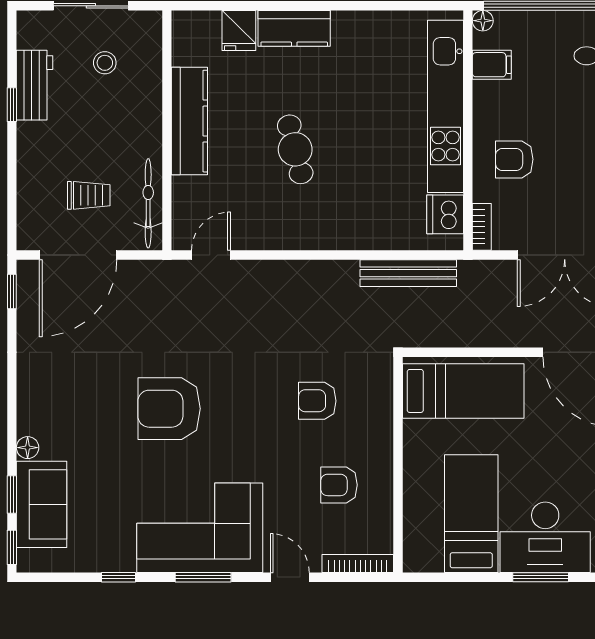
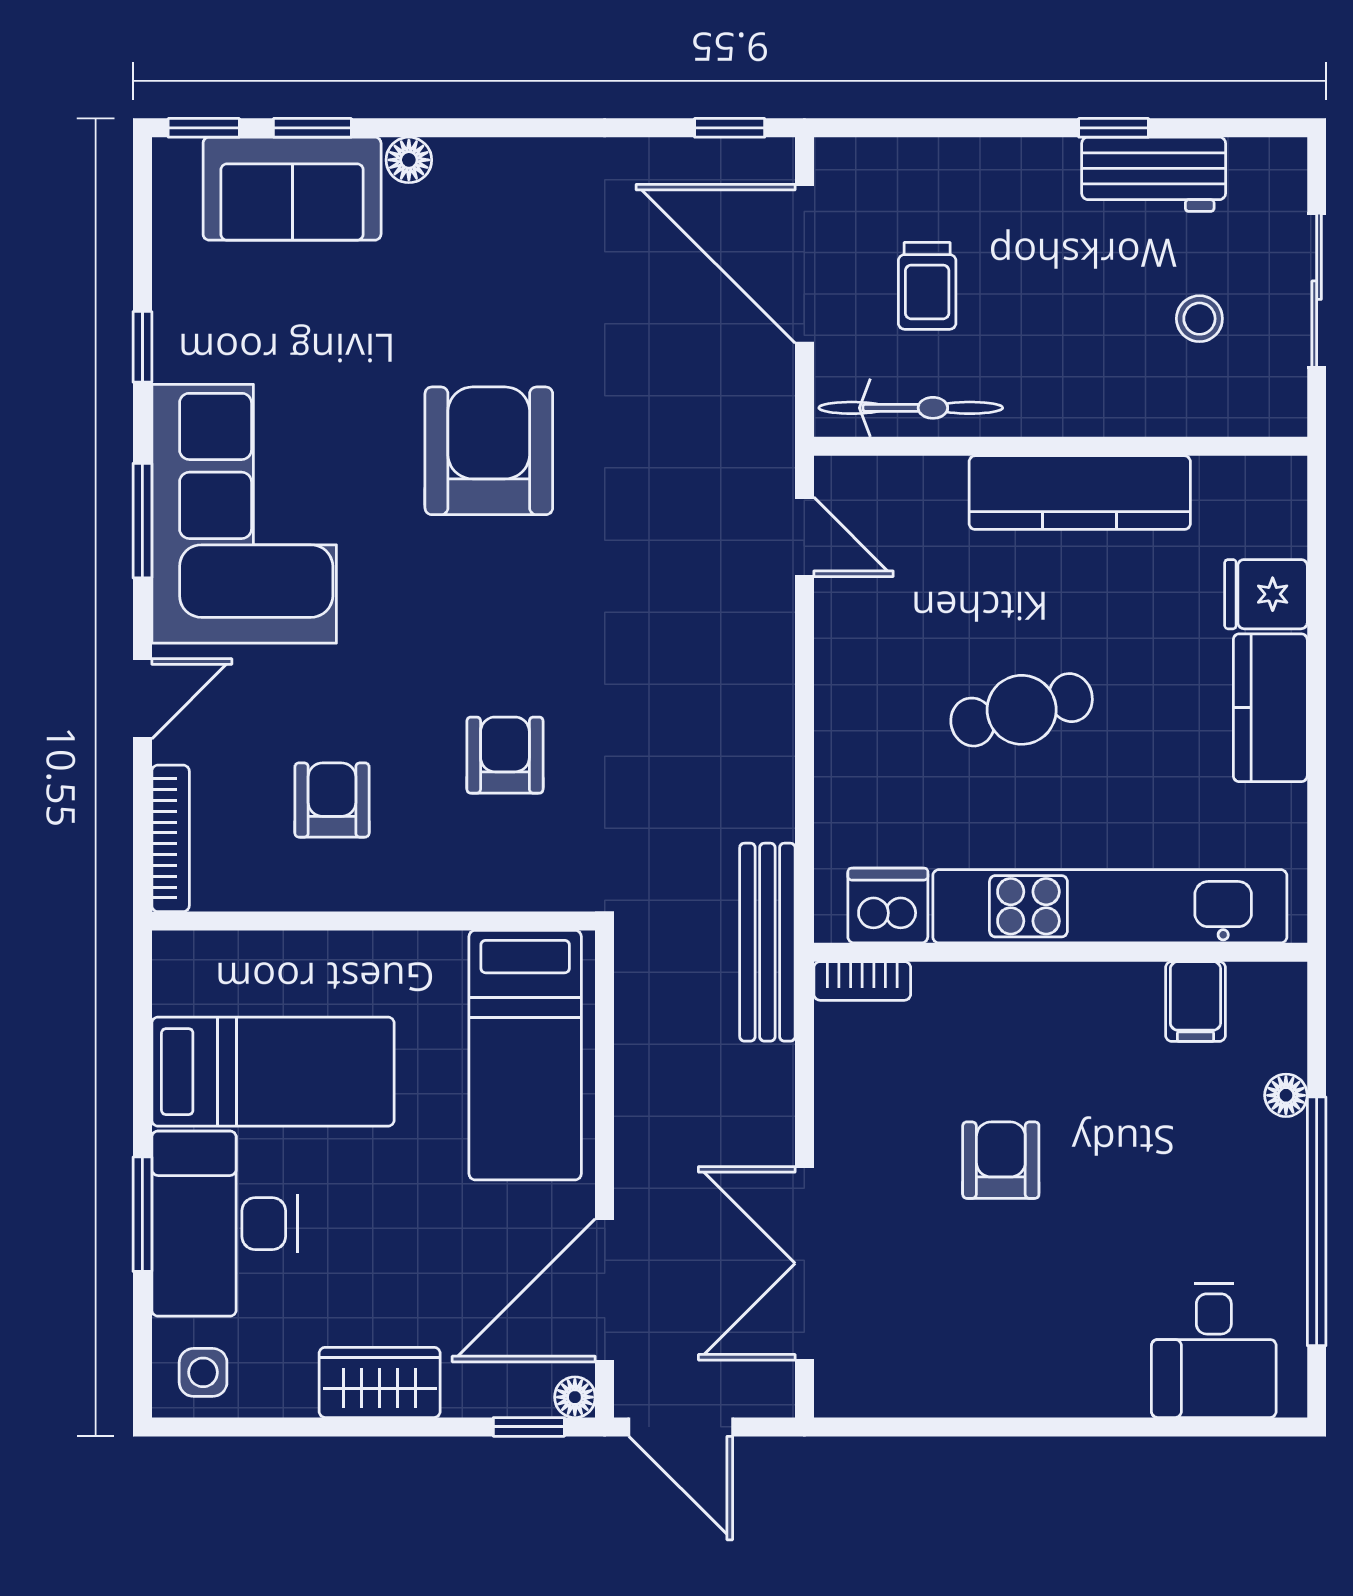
filing cabinet: (492, 65) -> (1195, 1001), moved
kitchen unit: (445, 106) -> (1110, 906), moved
wall: (468, 130) -> (1061, 952), moved
dishwasher: (445, 214) -> (888, 905), moved
bookcase: (482, 227) -> (862, 981), moved

